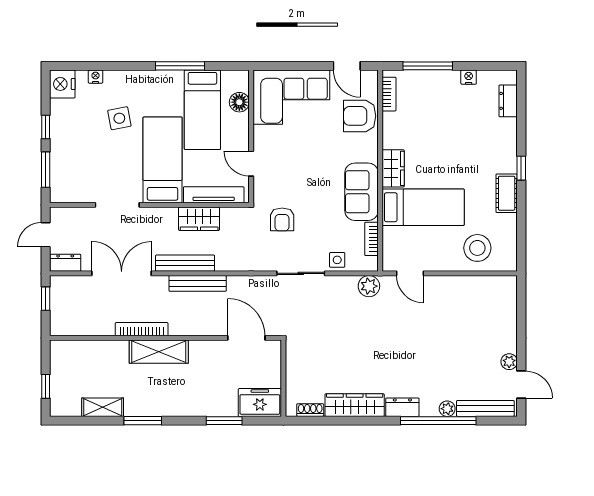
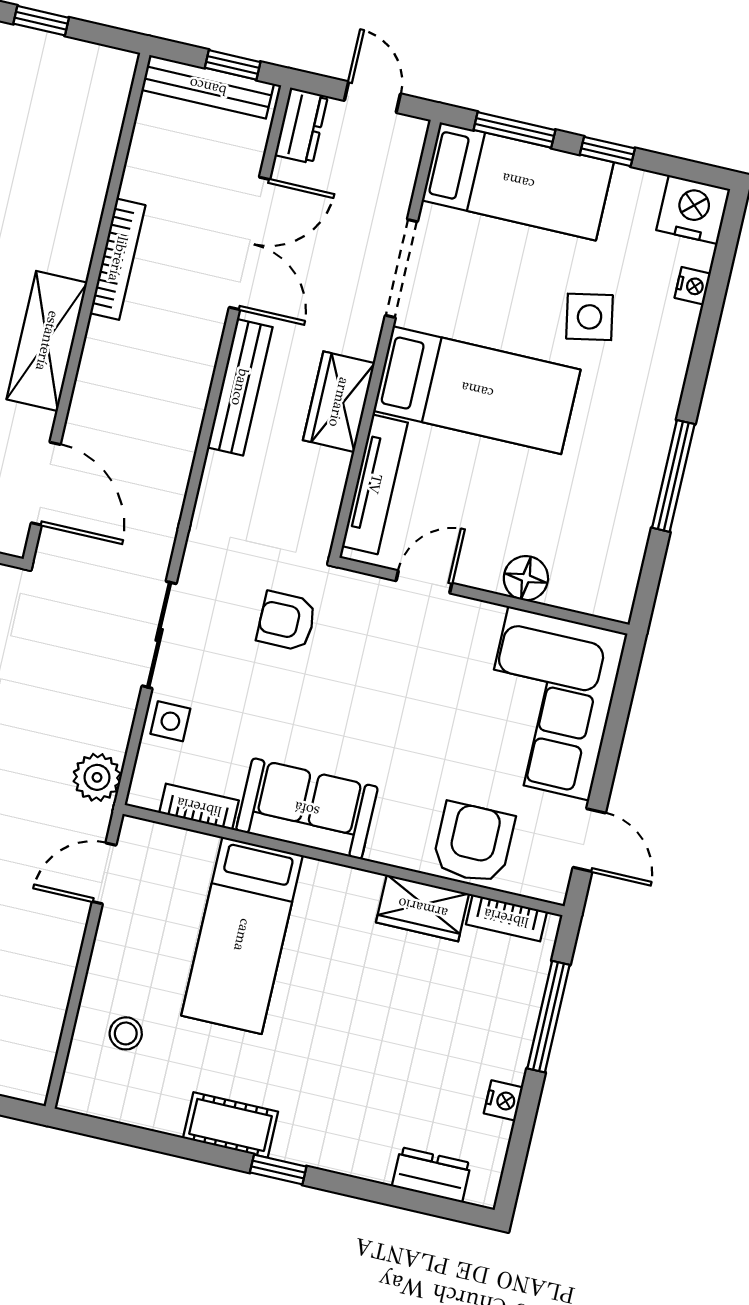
door: (347, 66) -> (589, 840), swing flipped
floor lamp: (239, 102) -> (526, 578), moved
bed: (202, 110) -> (518, 181), moved, turned 180
wardrobe: (393, 168) -> (423, 908), moved
wardrobe: (199, 219) -> (339, 402), moved
stool: (477, 248) -> (126, 1033), width x0.53, depth x0.53
bench: (198, 283) -> (208, 87), moved, turned 90
door: (246, 338) -> (46, 484), hinge flipped
shelving: (159, 352) -> (47, 341), moved

